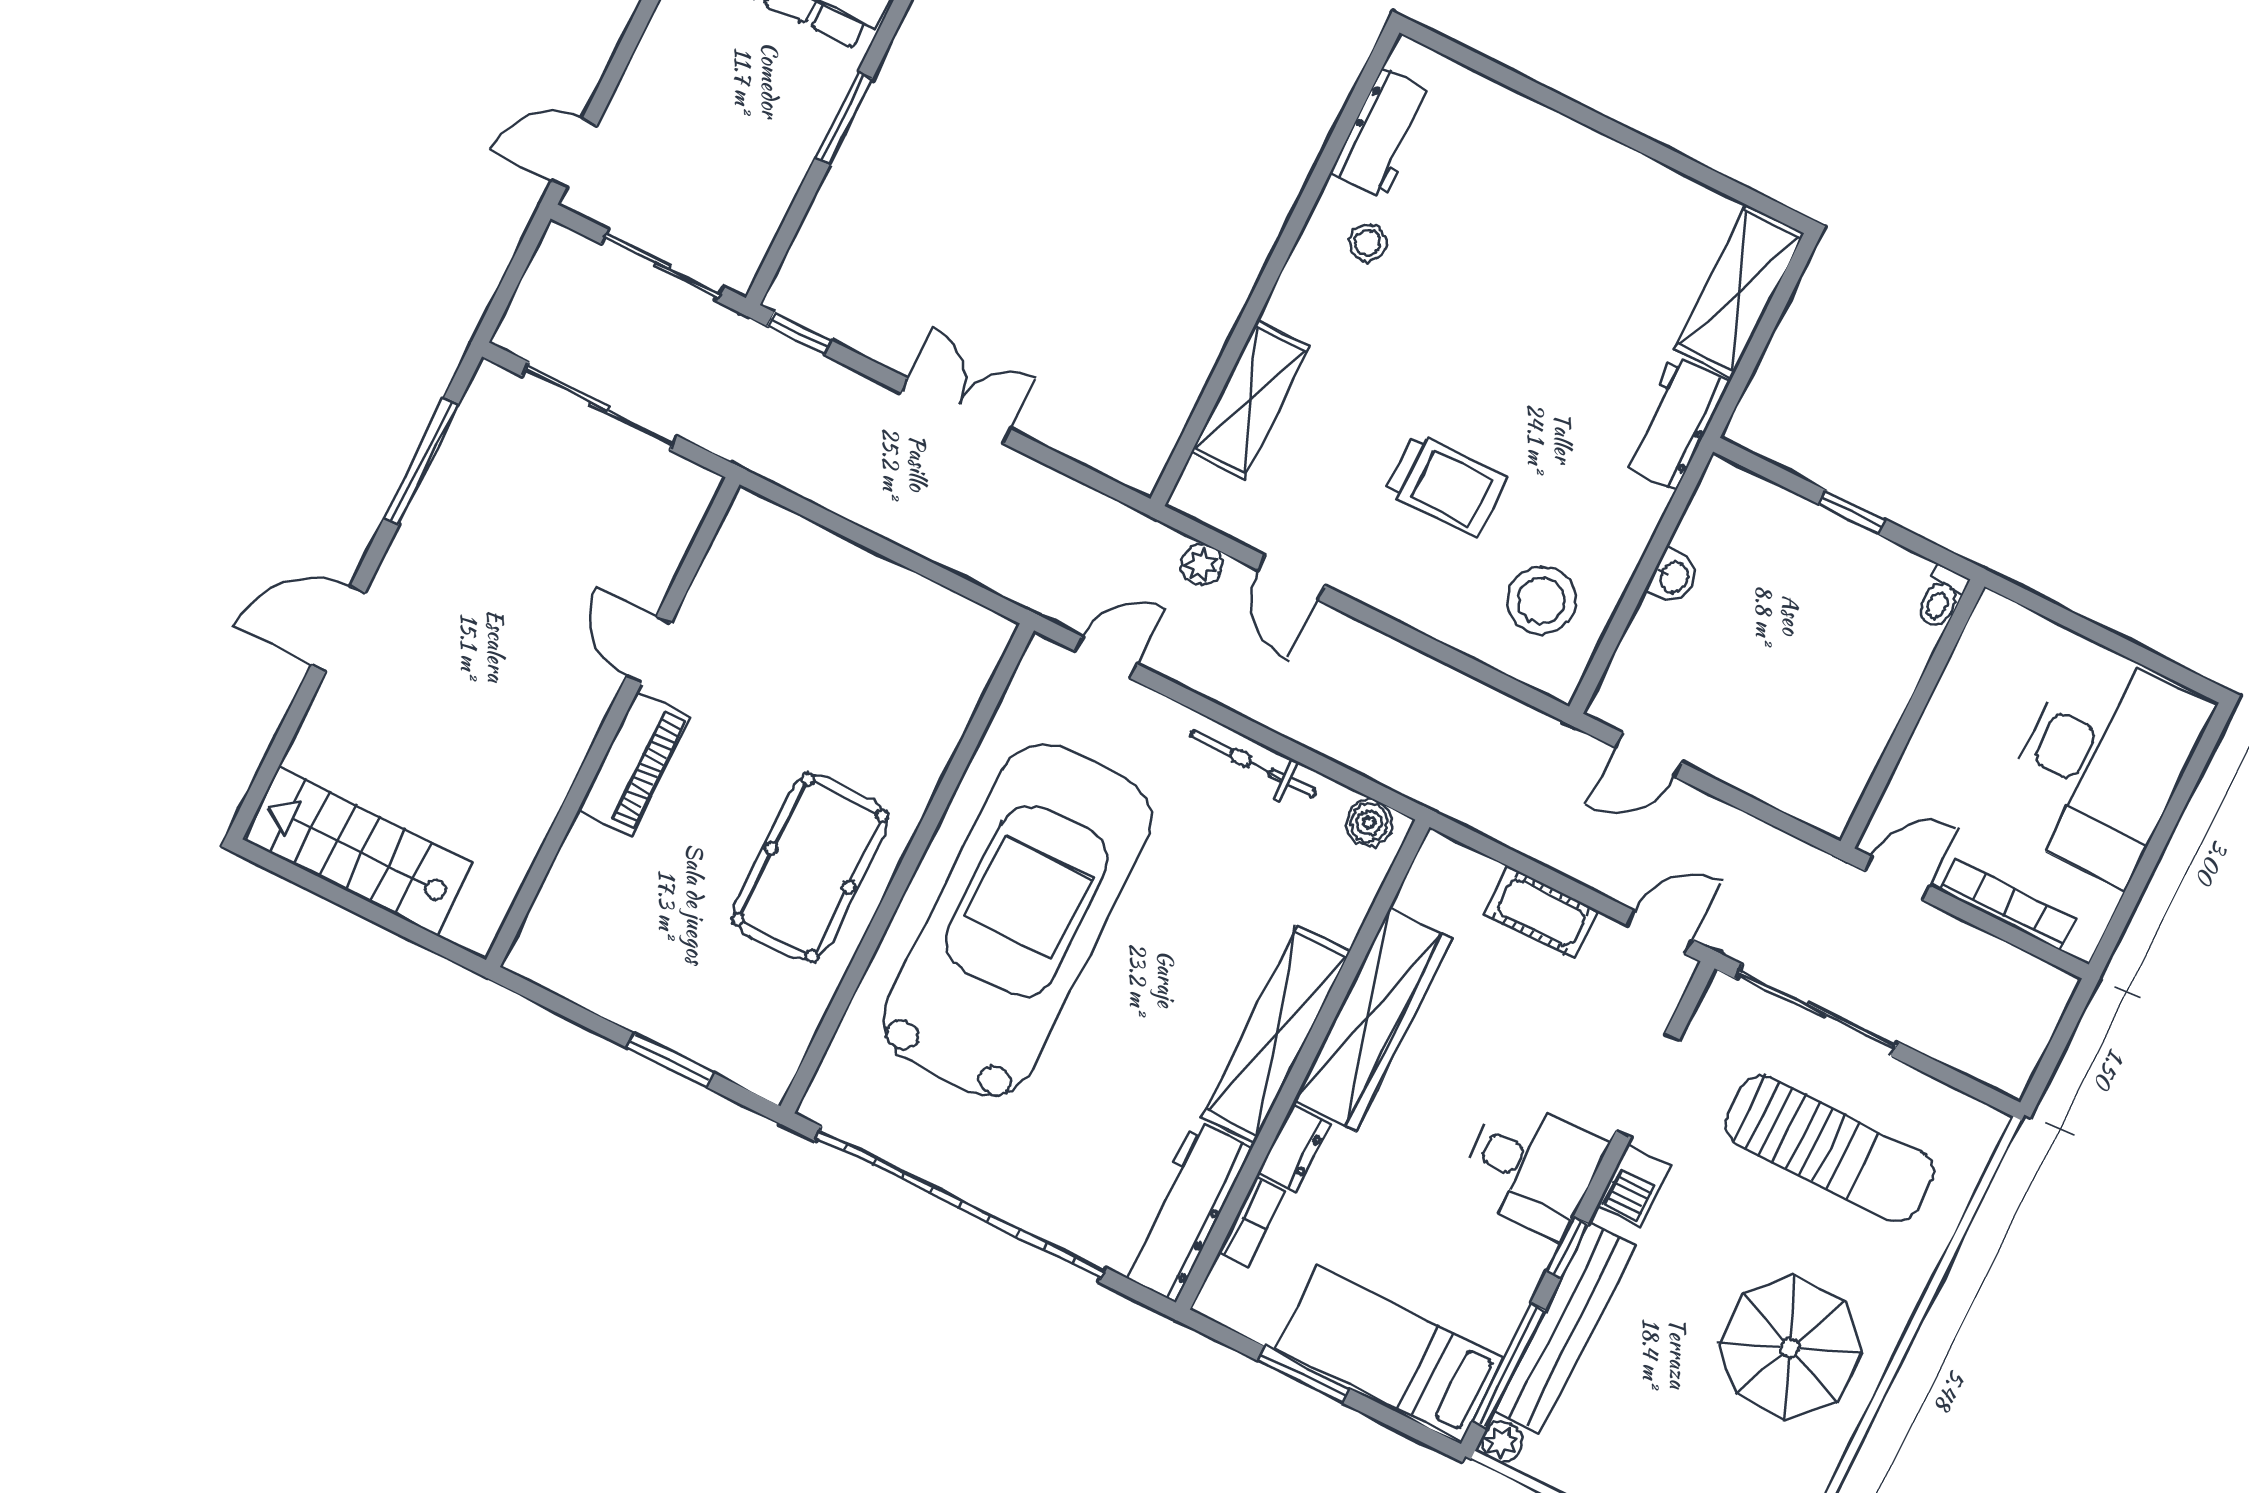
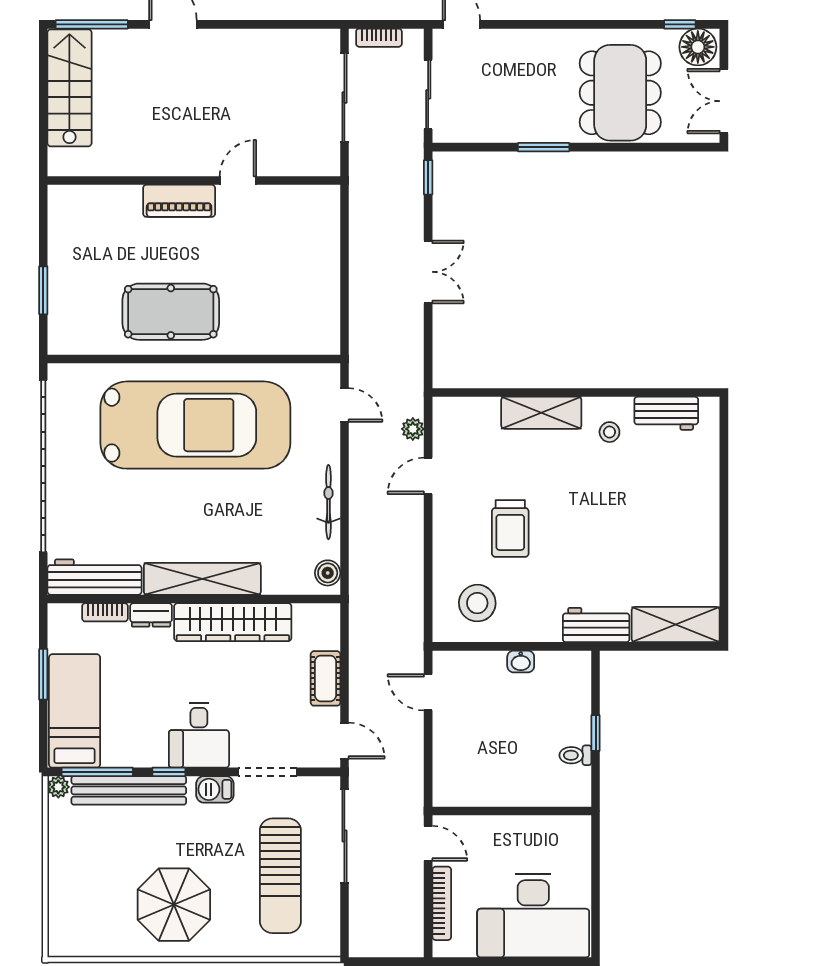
bookcase: (529, 300) -> (379, 38), added
shelving: (1250, 399) -> (541, 413), moved
window: (421, 461) -> (92, 24), moved
toilet: (1941, 598) -> (575, 755), moved

